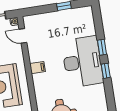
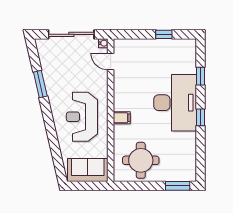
window: (102, 47) -> (200, 76), moved
filing cabinet: (38, 68) -> (122, 118), moved

